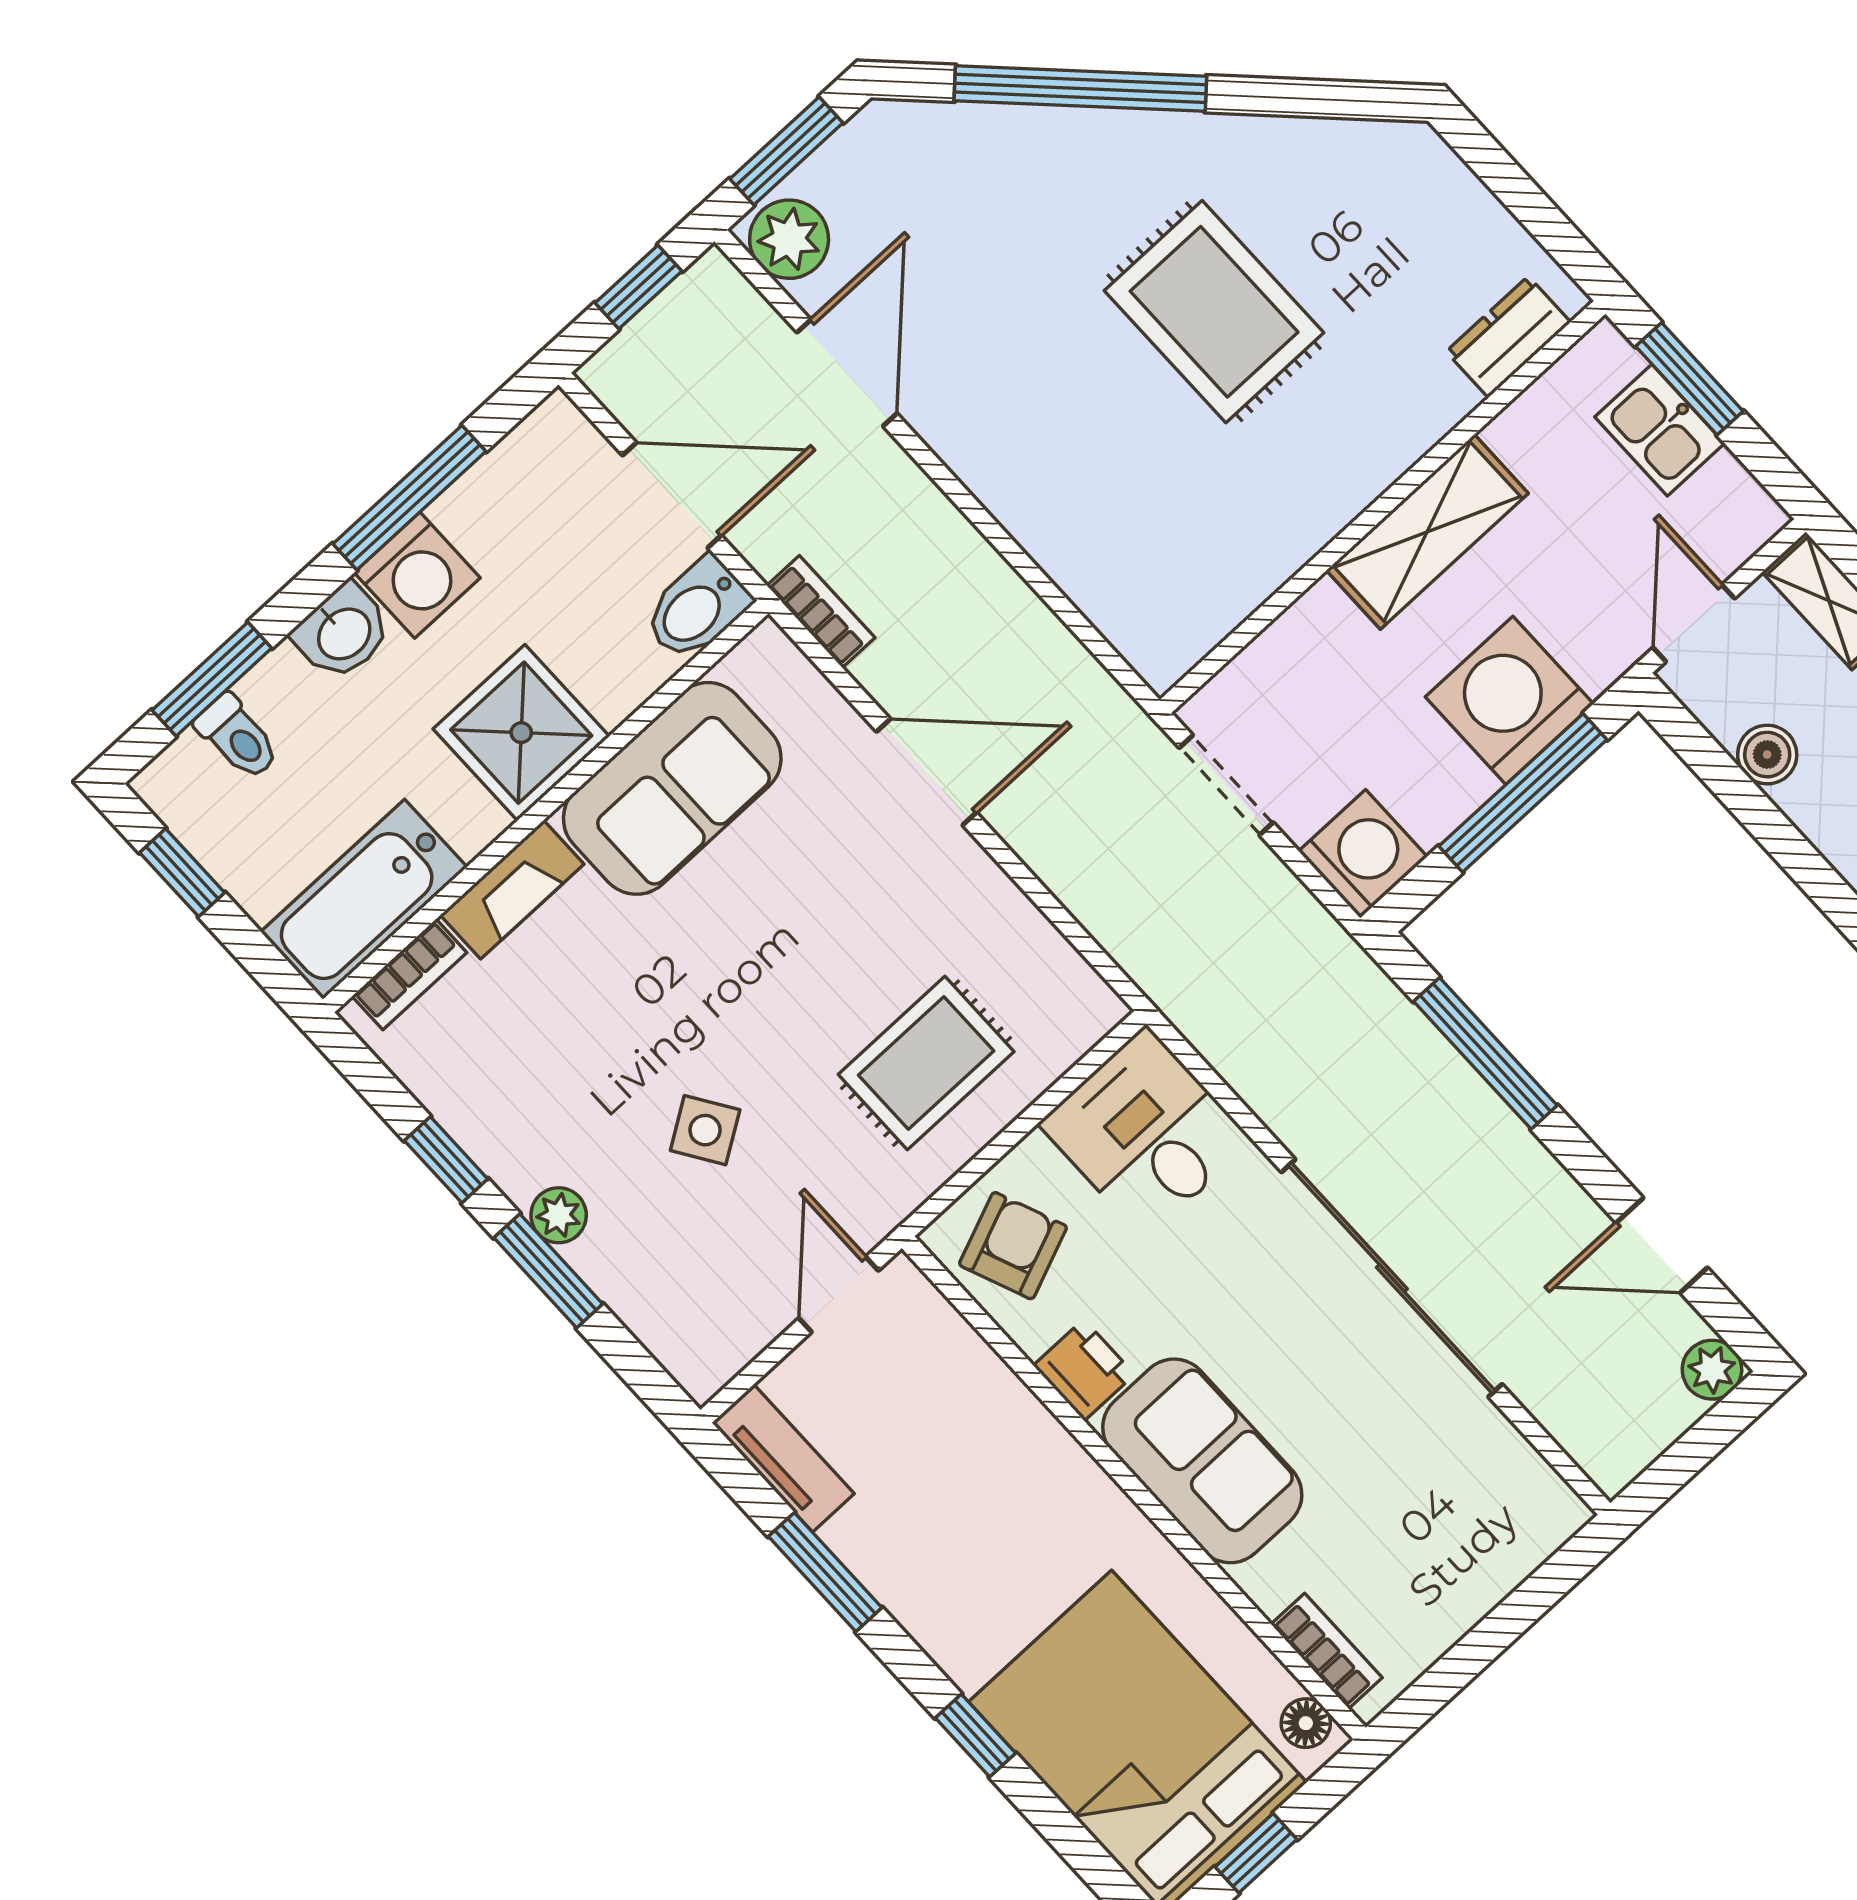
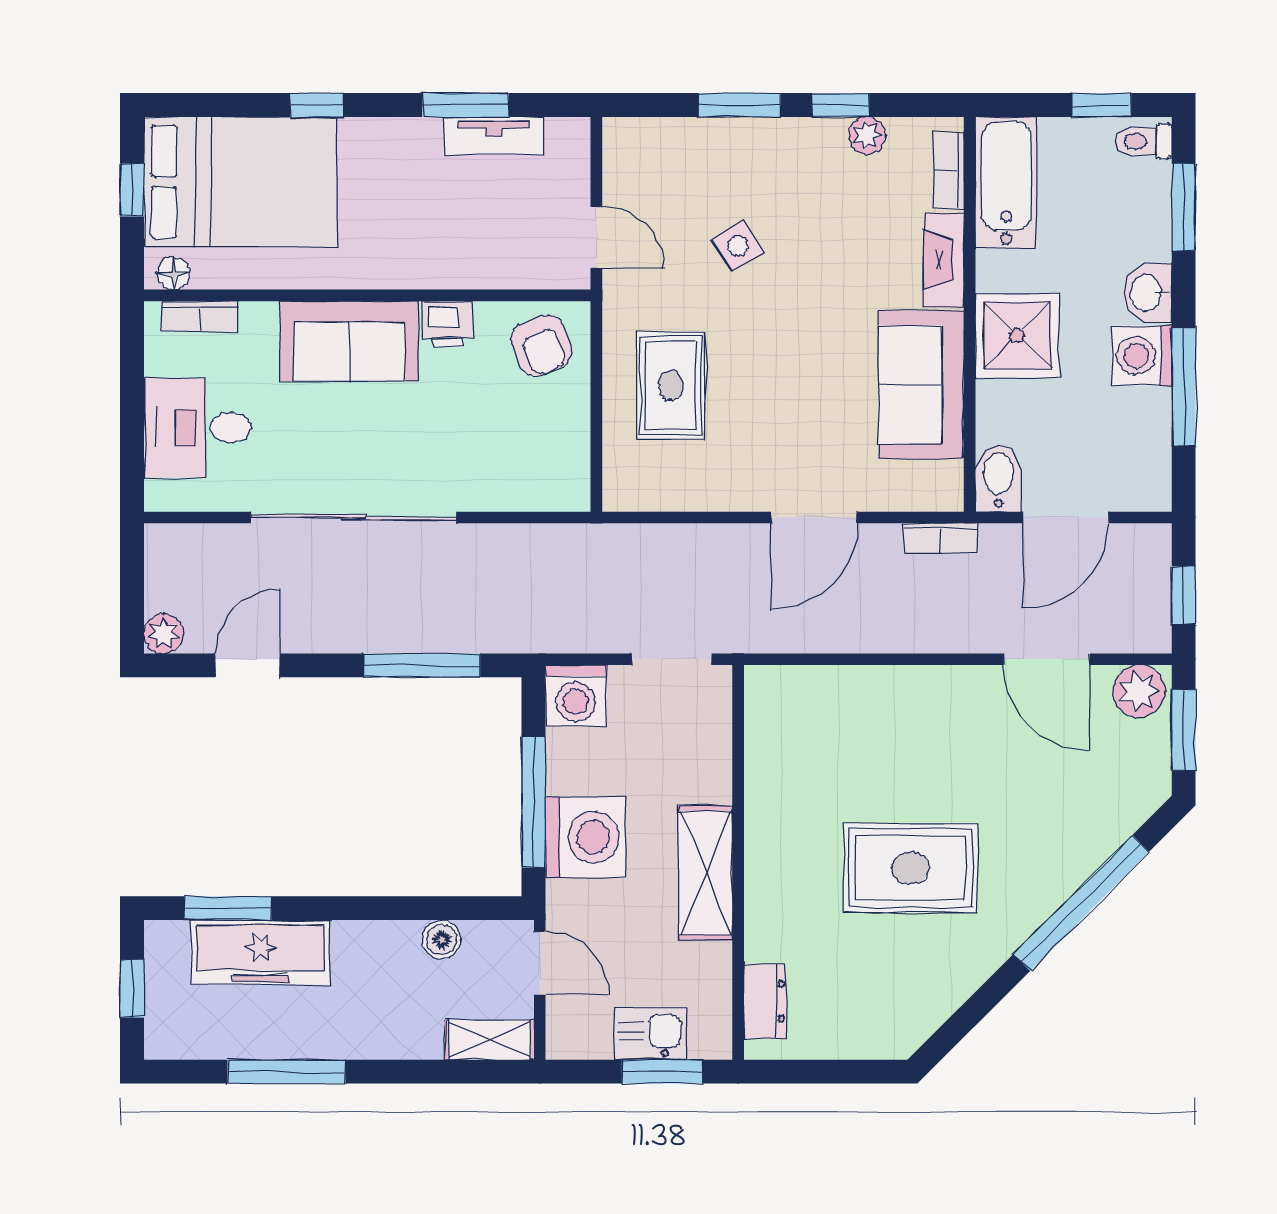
toilet: (238, 737) -> (1143, 141), moved
desk: (1146, 1132) -> (197, 428), moved, turned 180
plant: (559, 1215) -> (867, 135), moved
tv unit: (783, 1458) -> (494, 136), moved

